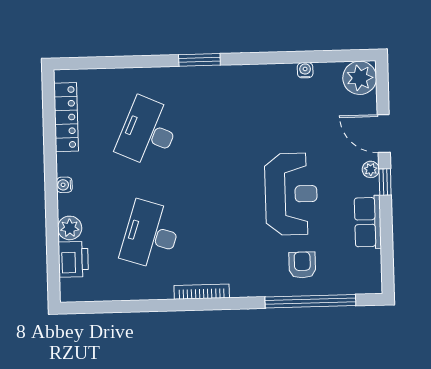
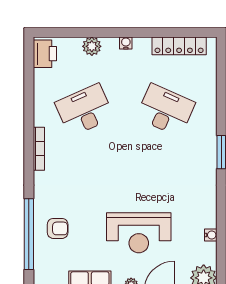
reception desk: (291, 194) -> (139, 233), moved
desk: (151, 235) -> (85, 110), turned -42
printer: (73, 259) -> (45, 54), moved, turned -90

